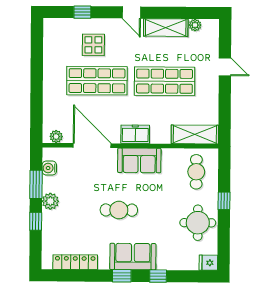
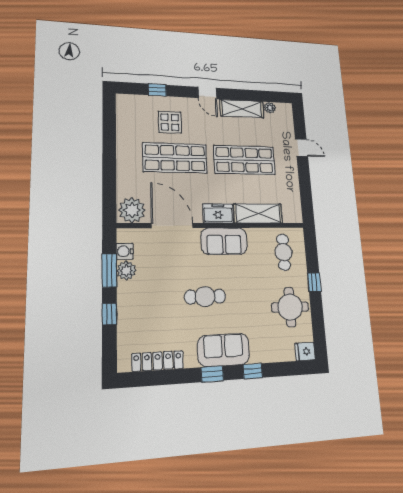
shelving: (195, 134) -> (258, 213), moved
plant: (56, 137) -> (132, 210), width x1.88, depth x1.88
plant: (50, 201) -> (126, 270), moved

